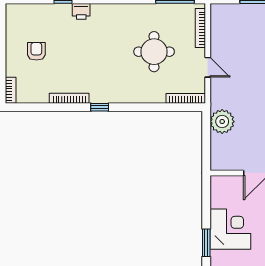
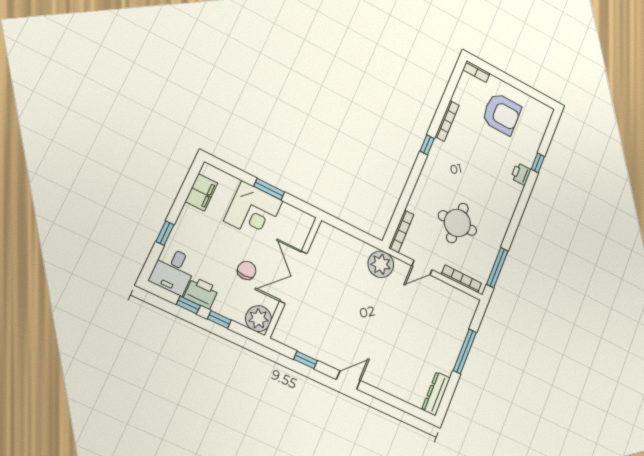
armchair: (36, 51) -> (502, 114), width x1.88, depth x1.88
plant: (222, 122) -> (381, 264), moved
window: (206, 243) -> (269, 189), moved

